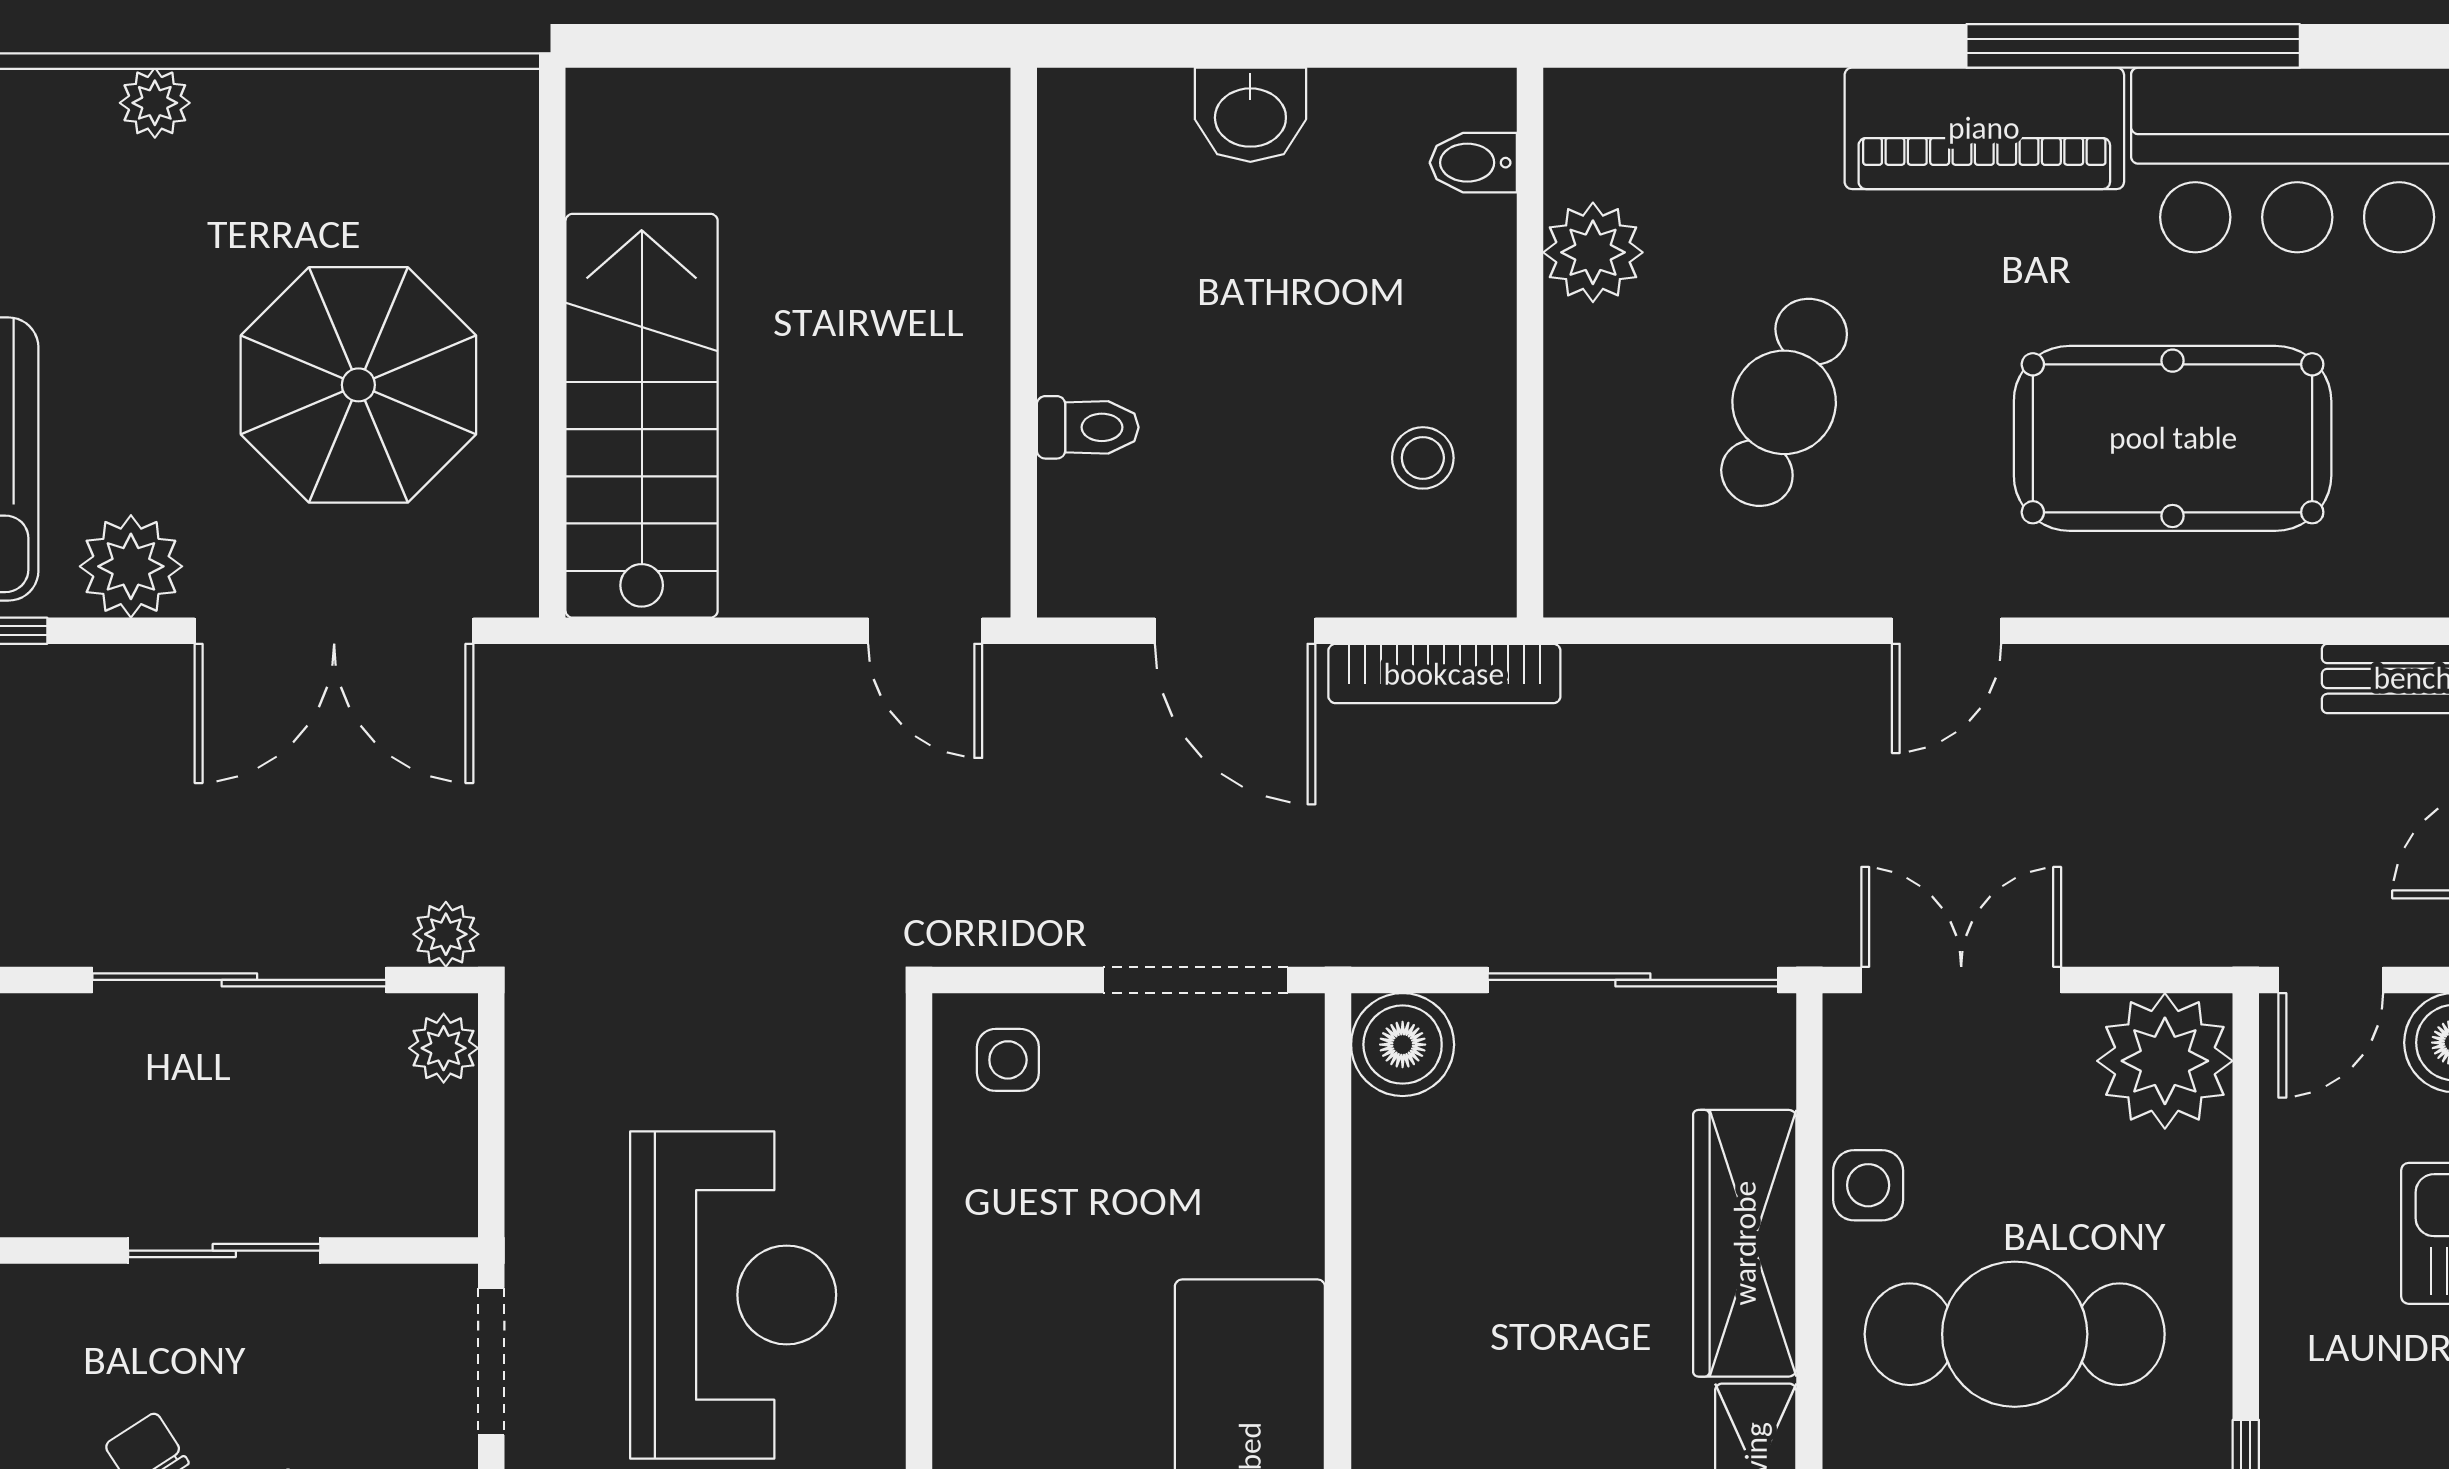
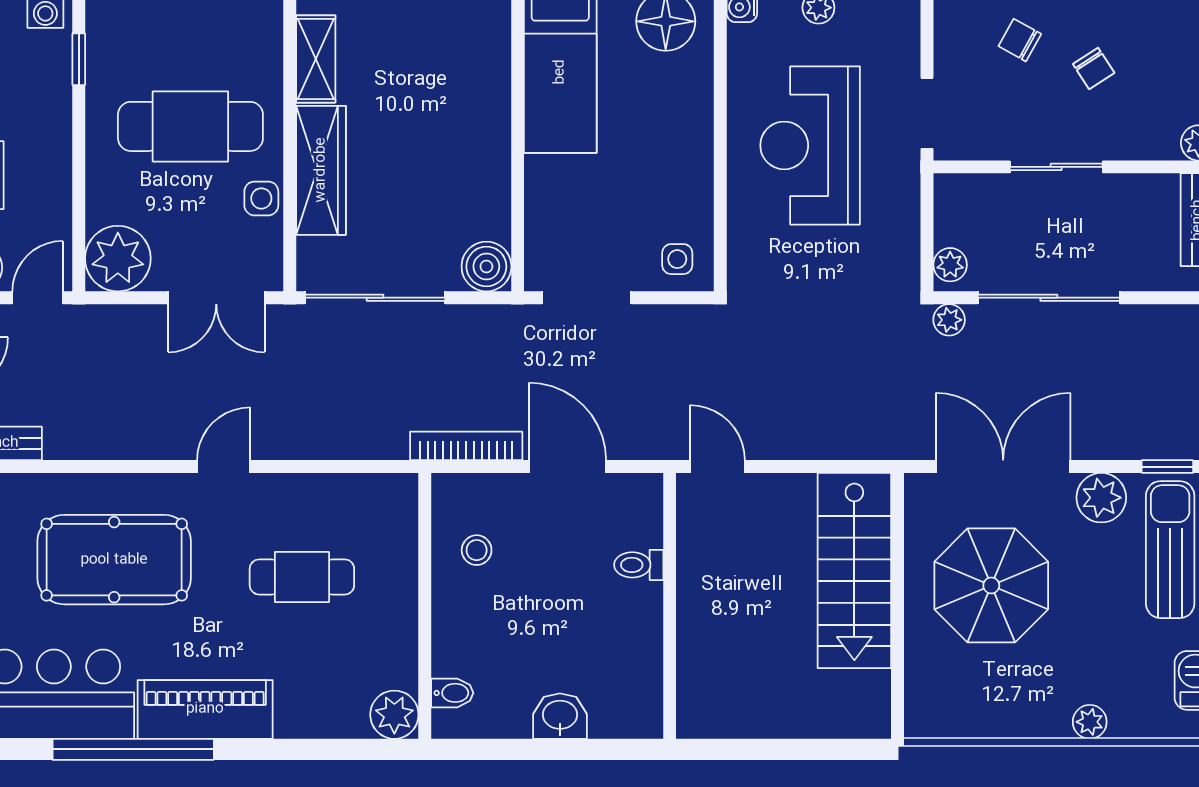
plant: (1593, 252) -> (394, 715), moved
cafe table: (1784, 402) -> (302, 577), turned 69

